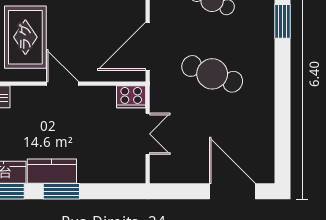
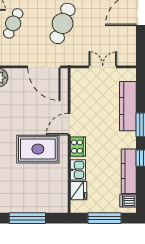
cooker: (131, 97) -> (78, 147), moved
kitchen counter: (52, 171) -> (128, 106), moved, width x1.50

